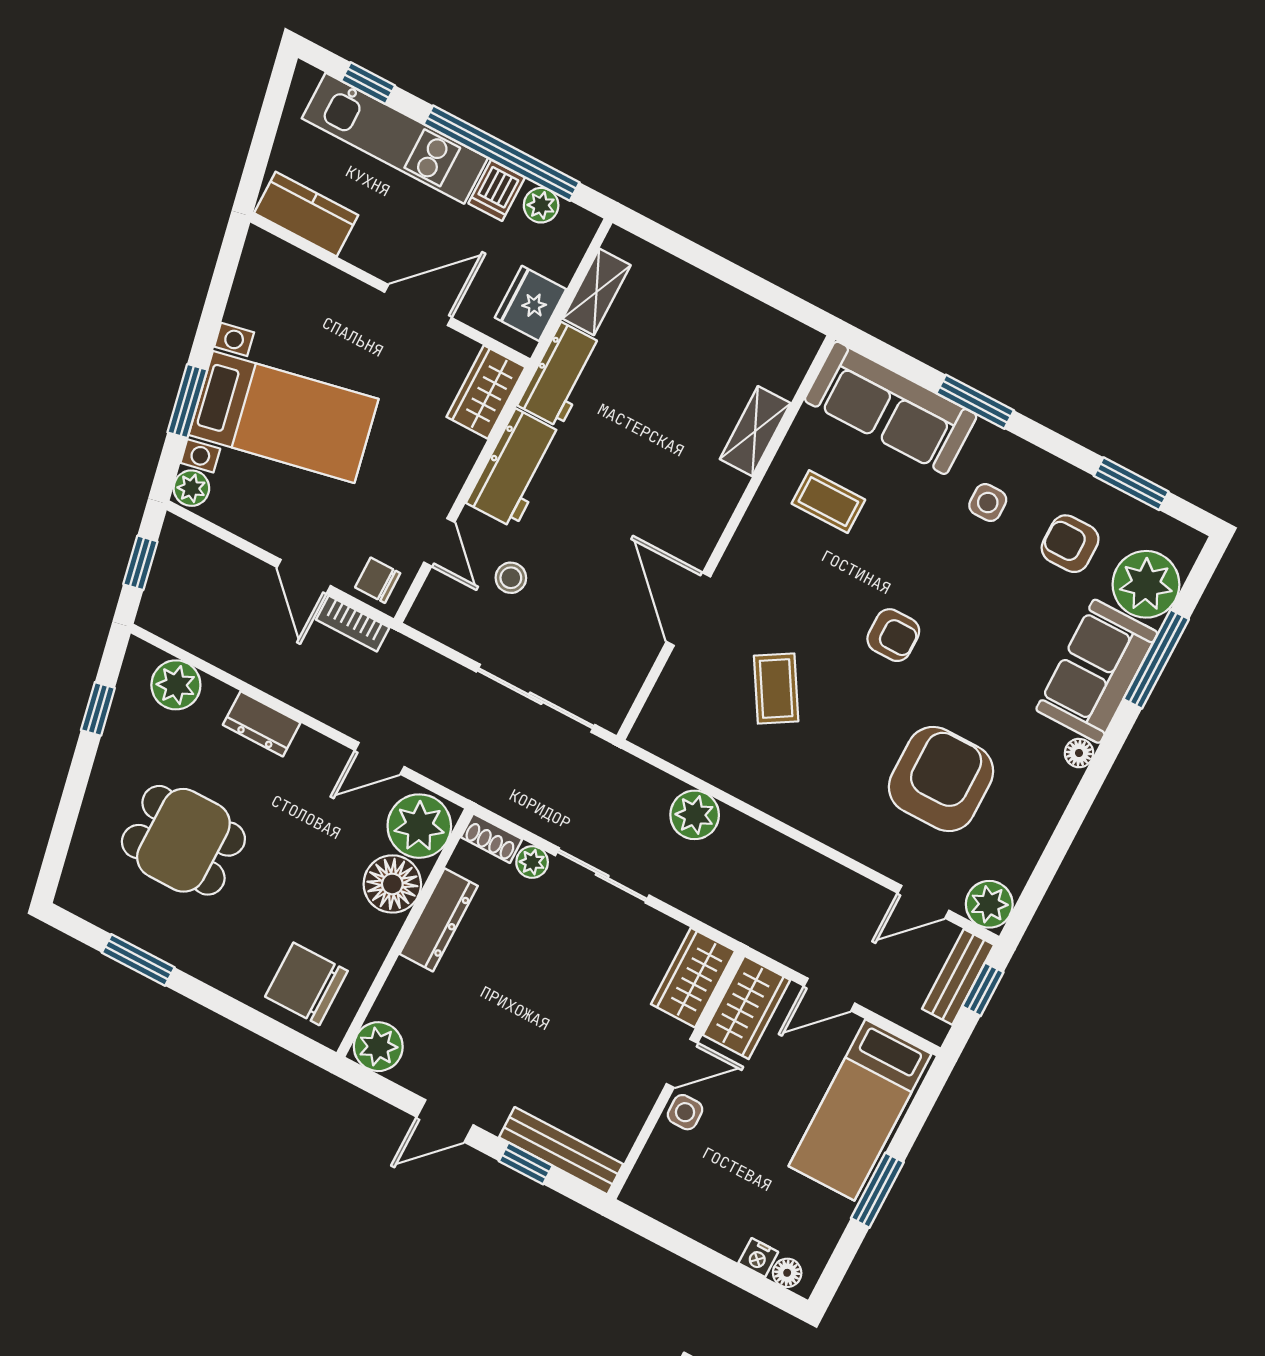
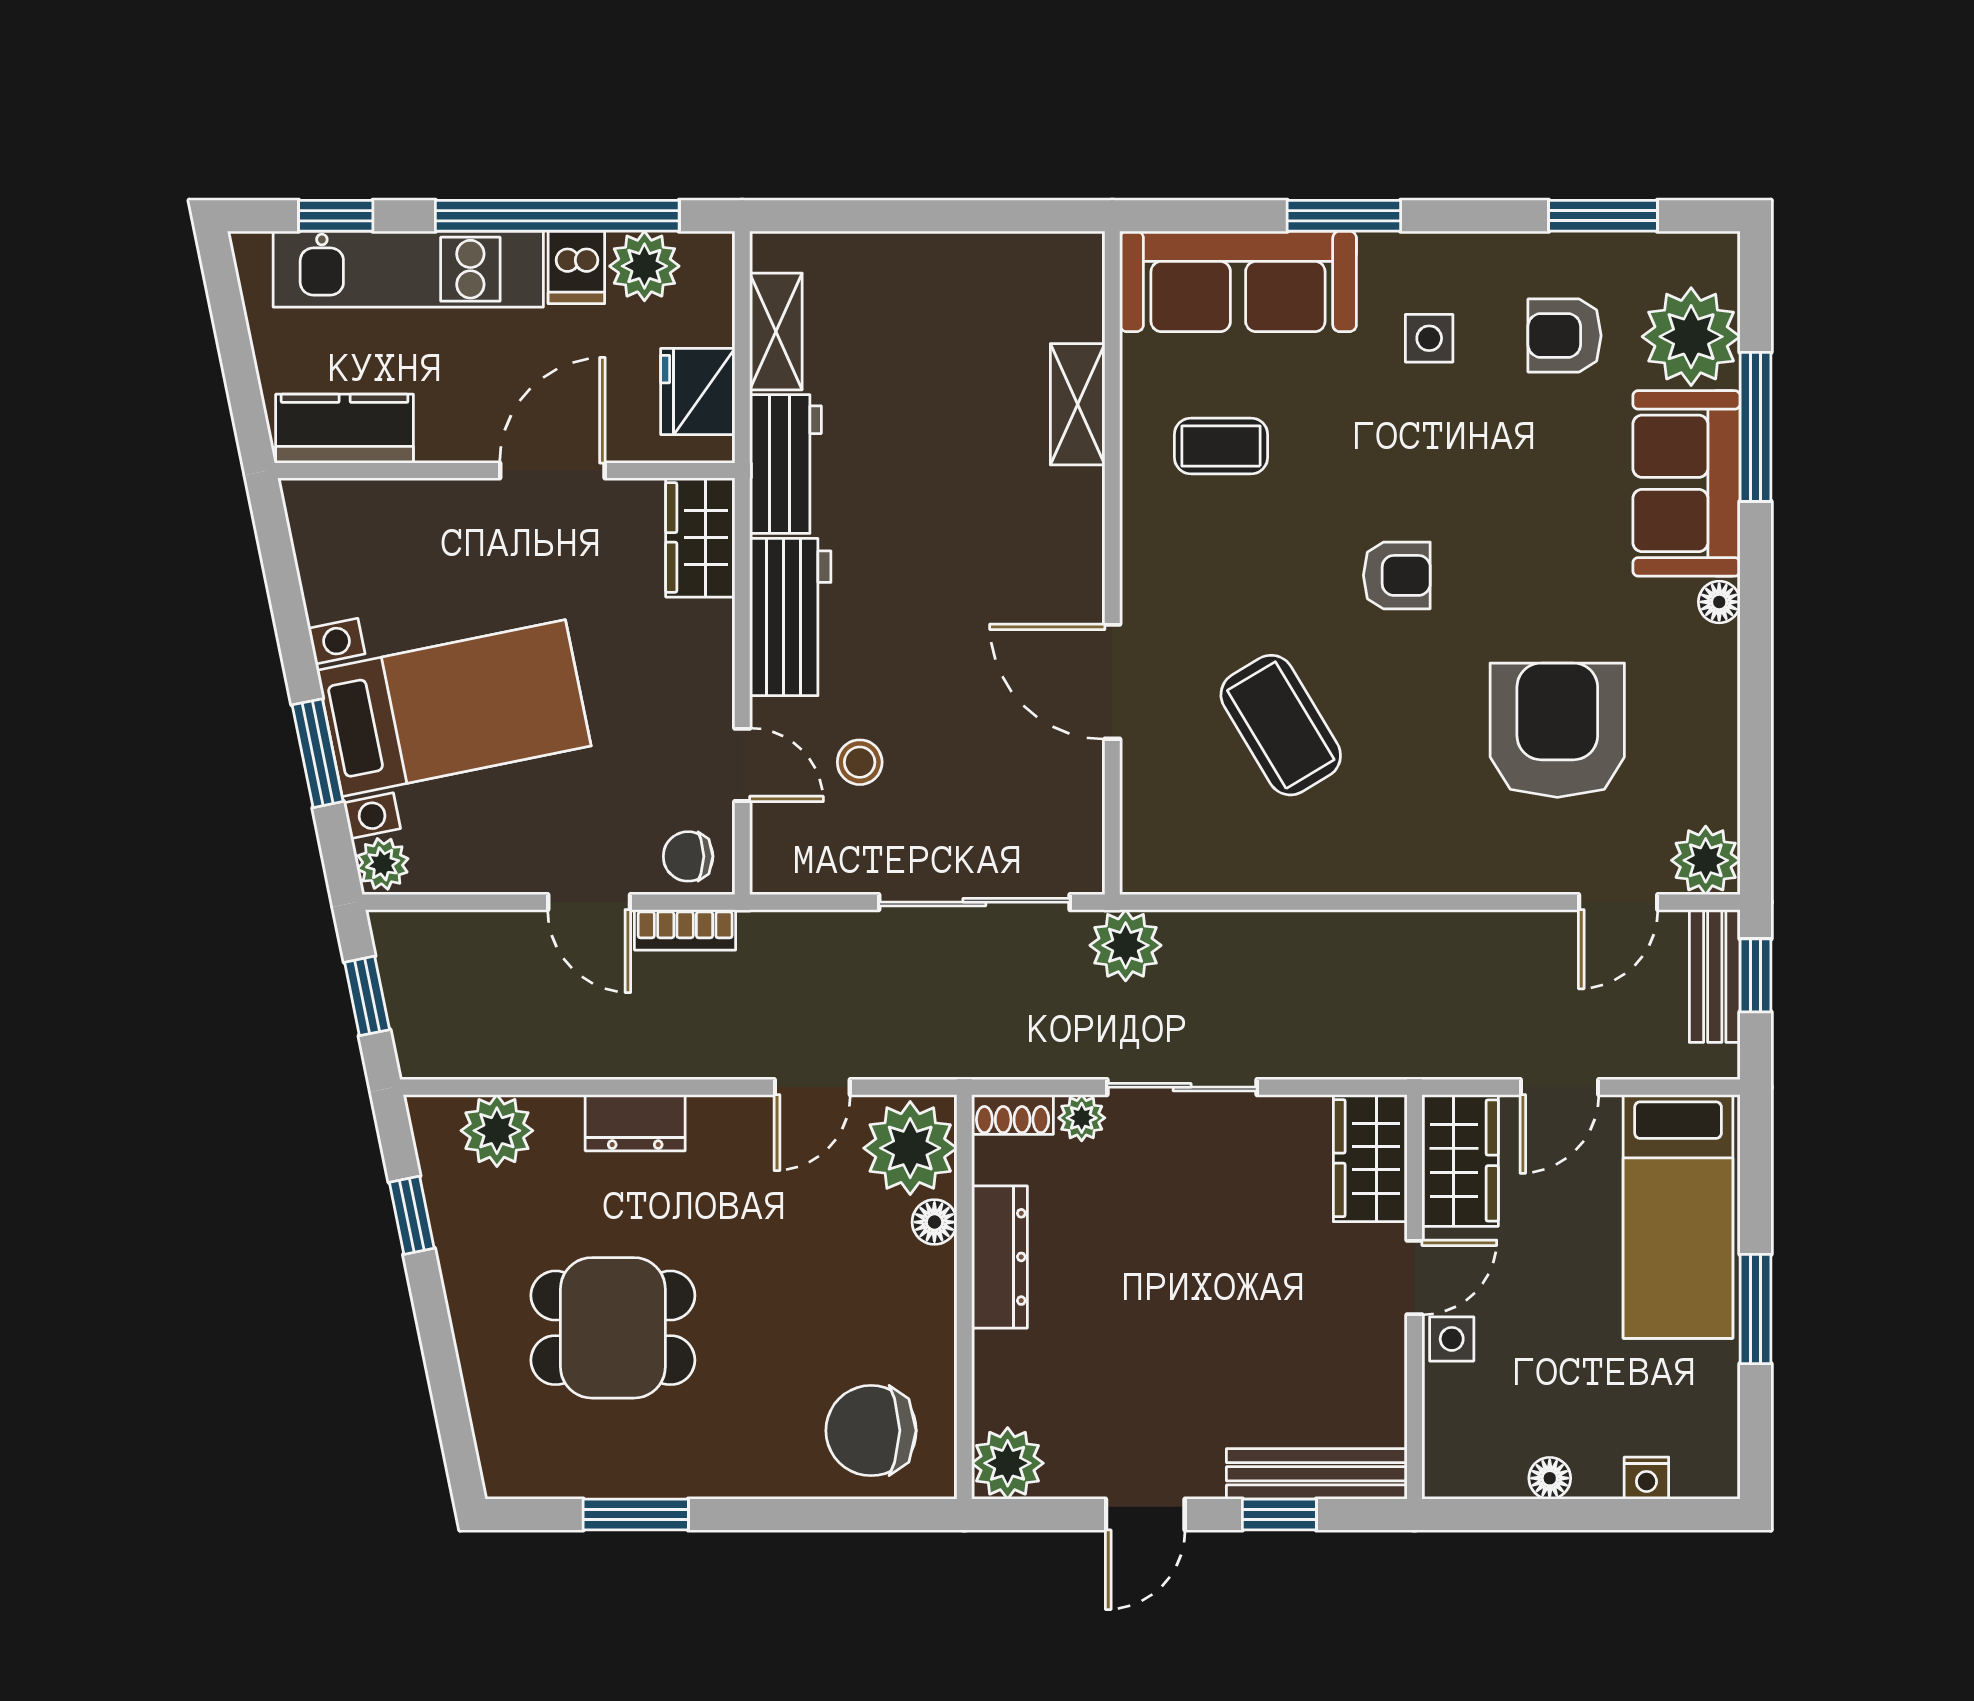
plant: (541, 205) -> (644, 266), width x1.38, depth x1.38
coffee table: (776, 689) -> (1281, 725), width x1.36, depth x1.30
plant: (695, 815) -> (1126, 945), moved
floor lamp: (392, 884) -> (934, 1222), width x0.53, depth x0.53
floor lamp: (787, 1273) -> (1550, 1478), moved

